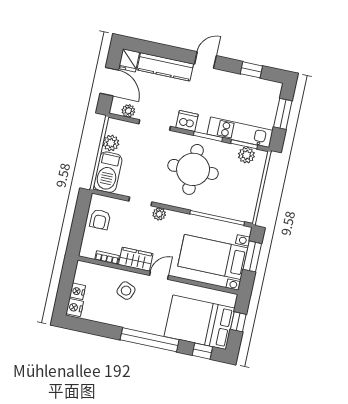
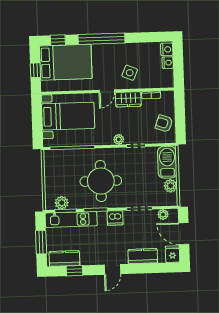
kitchen counter: (165, 67) -> (143, 256), width x0.67
kitchen counter: (260, 87) -> (64, 258), added
armchair: (100, 219) -> (164, 123), turned -70
window: (252, 256) -> (37, 124), removed

